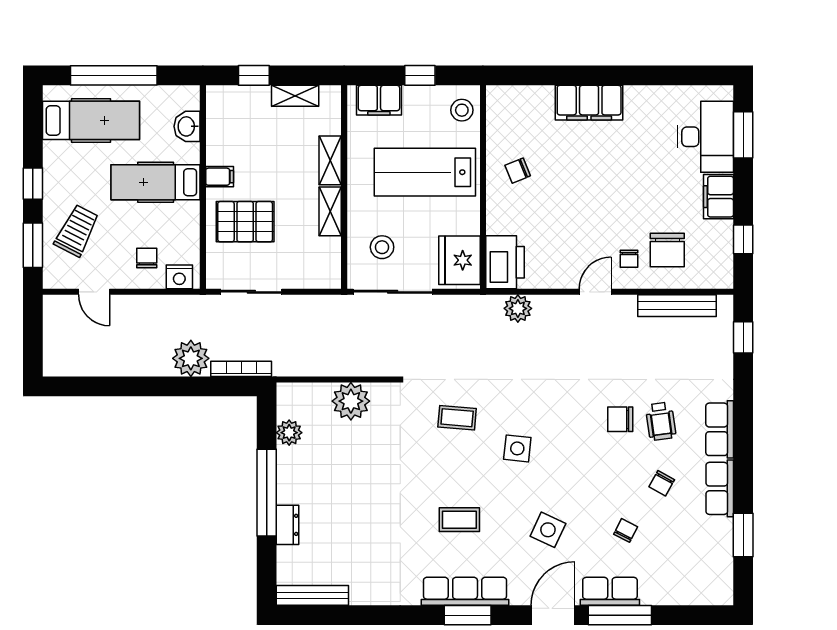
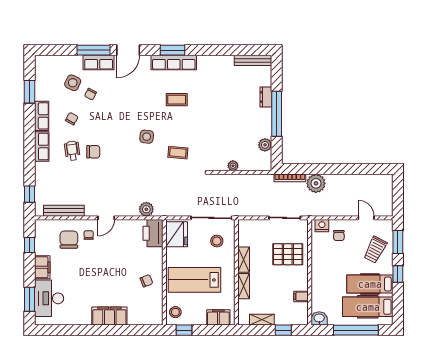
window: (420, 75) -> (184, 330), moved
washbasin: (187, 126) -> (319, 318), moved, turned -90
lab bench: (425, 172) -> (195, 280), turned 180
filing cabinet: (220, 177) -> (301, 296), moved
hospital bed: (156, 182) -> (370, 284), moved, turned 180
plant: (351, 401) -> (233, 166), width x0.53, depth x0.53
side table: (548, 530) -> (73, 83), moved

